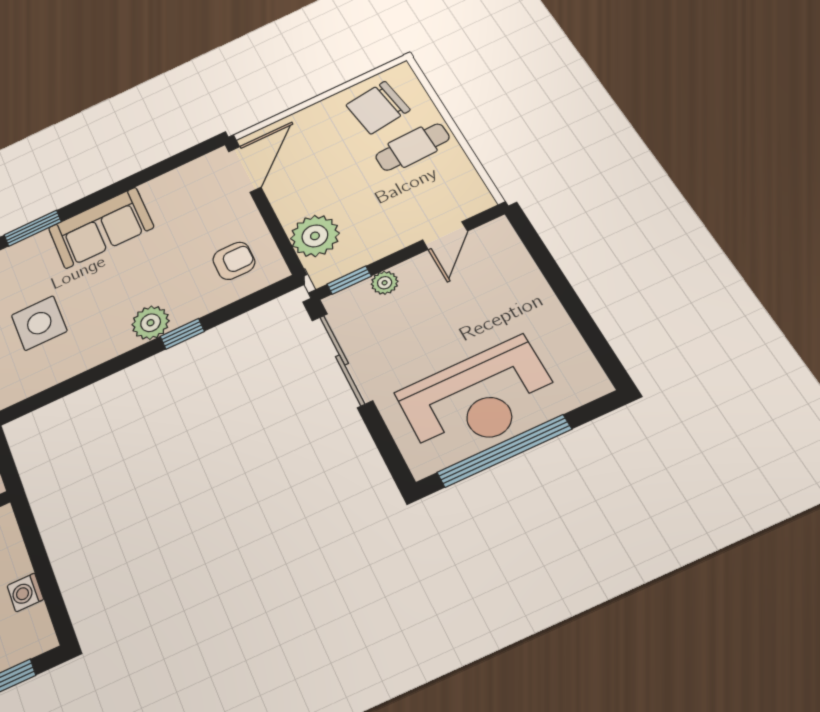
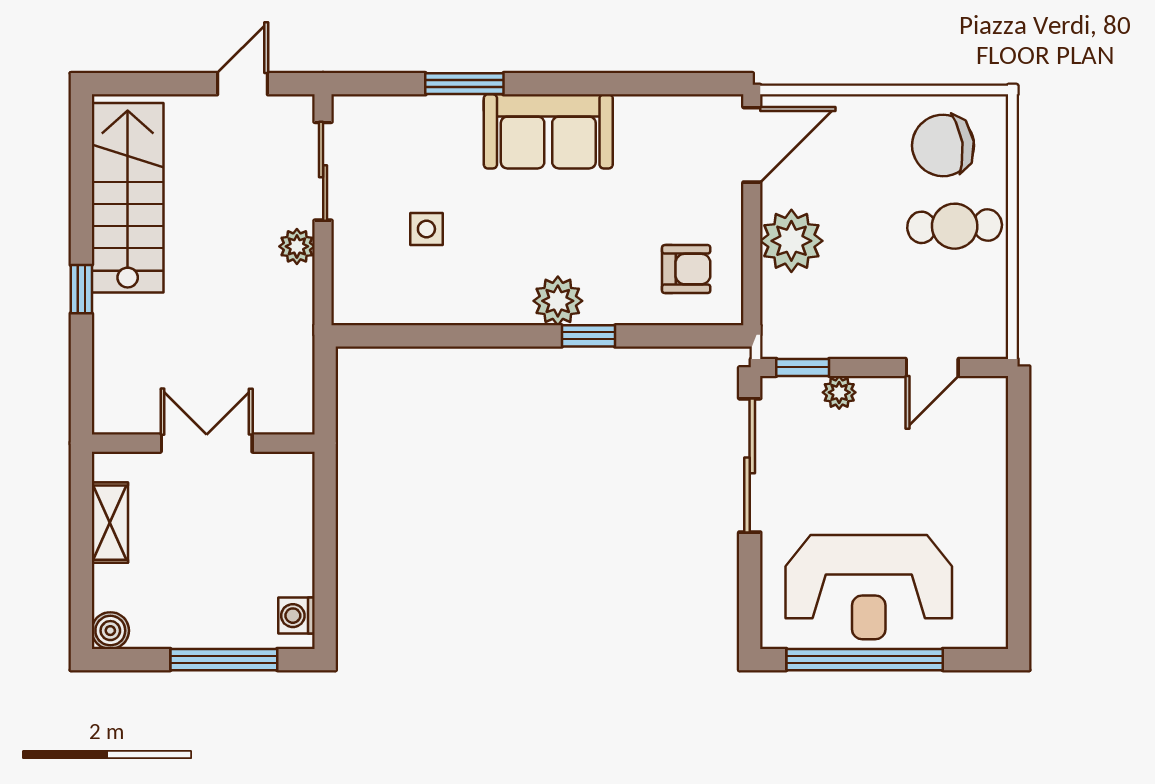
plant: (315, 236) -> (791, 241), moved
side table: (39, 323) -> (426, 229), width x0.54, depth x0.54
washing machine: (25, 592) -> (296, 616), moved

